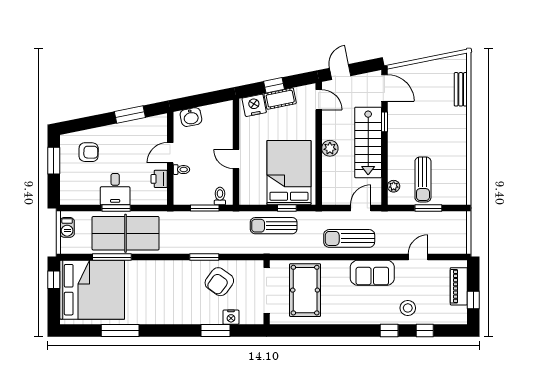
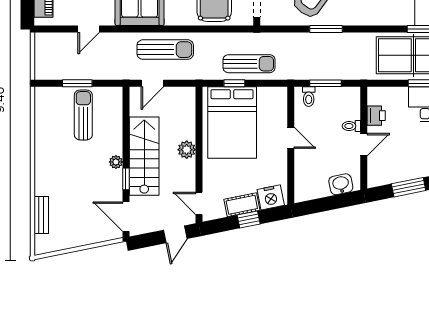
plant: (394, 186) -> (116, 162), moved

